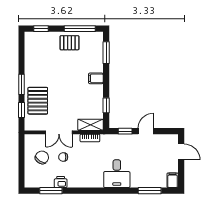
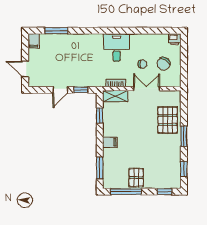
pallet: (69, 43) -> (136, 178), turned 90
window: (22, 110) -> (184, 169), moved
desk: (117, 174) -> (117, 47), moved
printer: (61, 182) -> (175, 39), moved
window: (51, 191) -> (155, 31), removed

